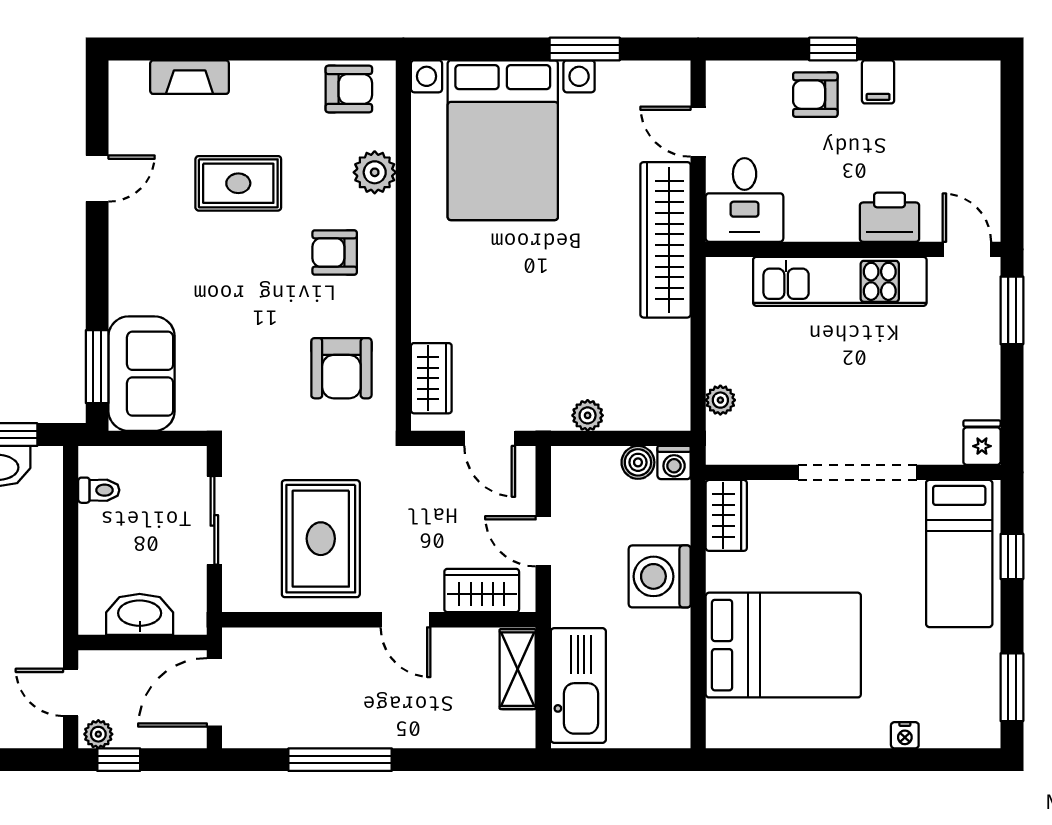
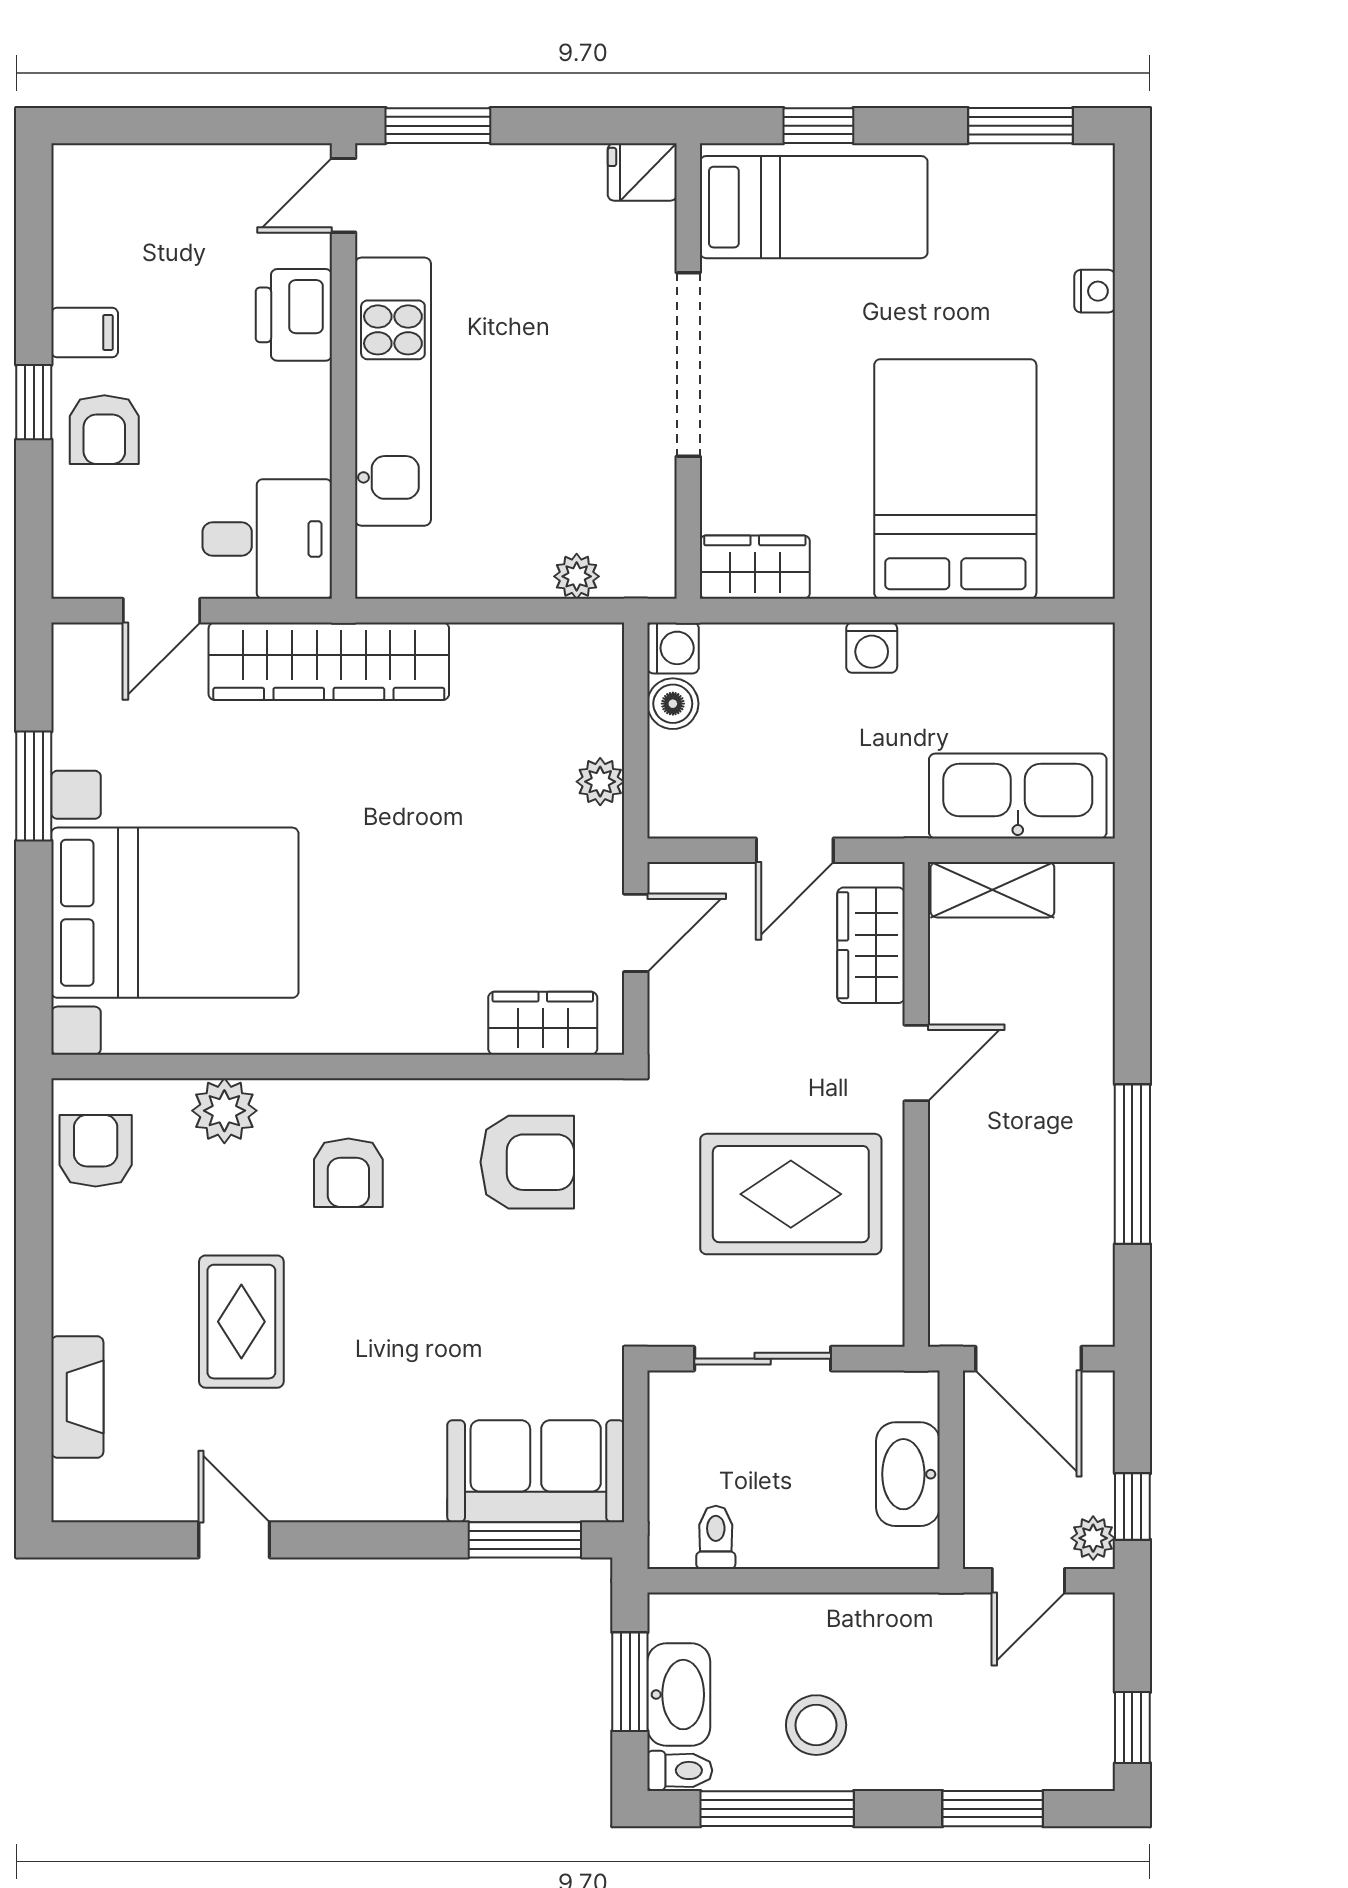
washing machine: (660, 576) -> (872, 648), width x0.53, depth x0.53

